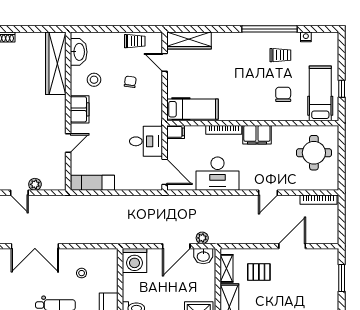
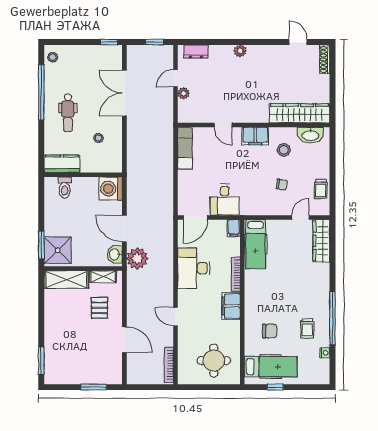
plant: (202, 238) -> (137, 258), width x1.88, depth x1.88

